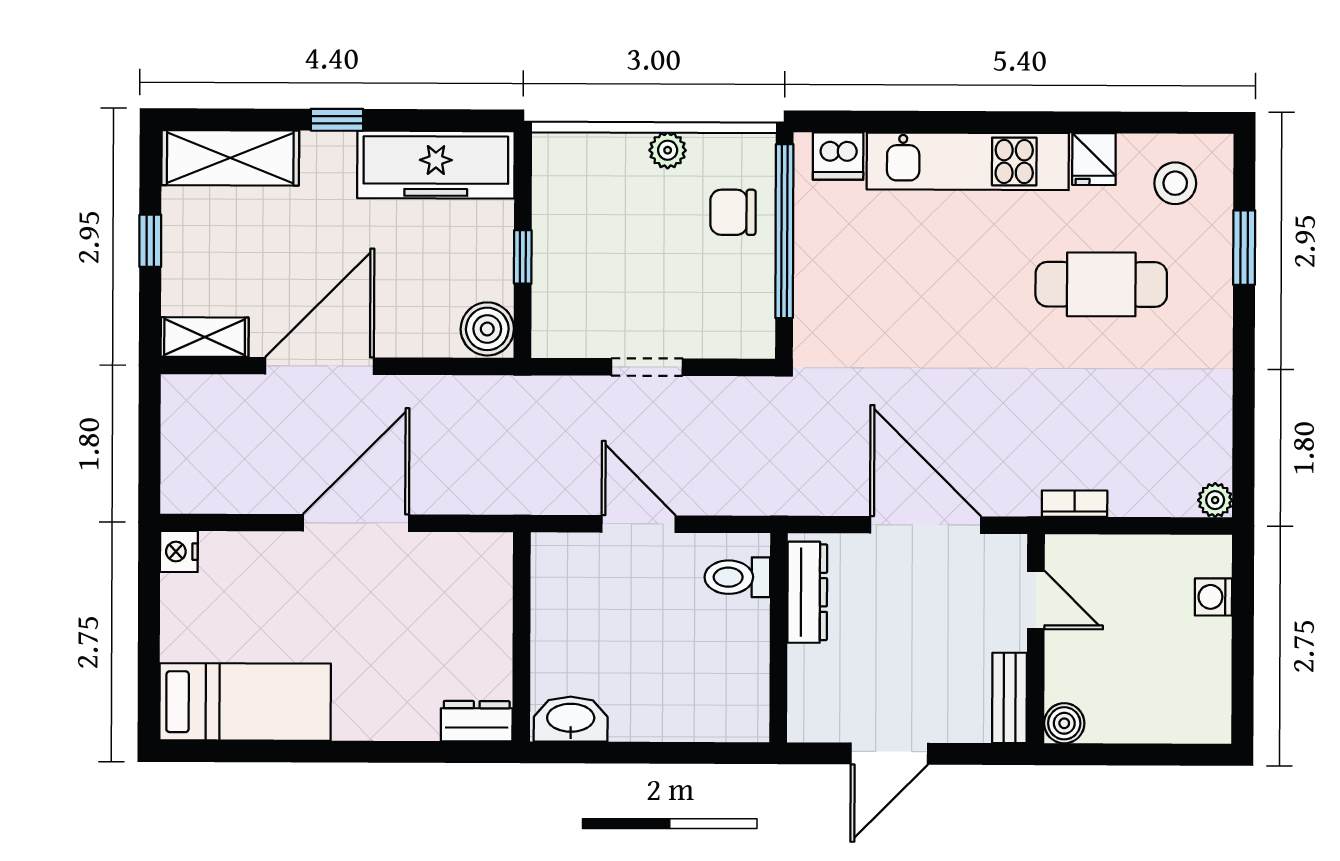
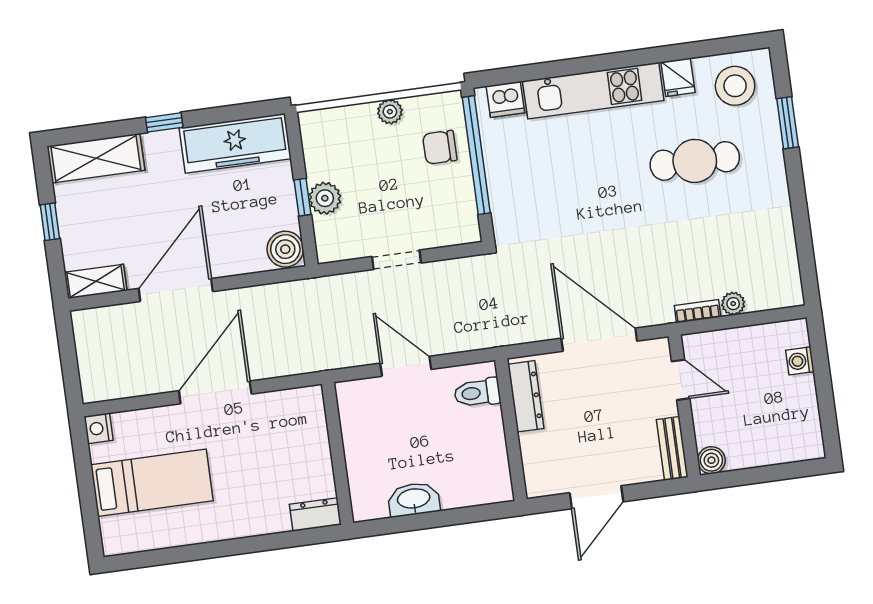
stool: (1175, 183) -> (735, 86), width x1.38, depth x1.38
plant: (555, 263) -> (325, 198), added
plant: (1215, 500) -> (733, 304), moved
bed: (245, 702) -> (152, 483), moved
washbasin: (571, 719) -> (414, 499), moved

